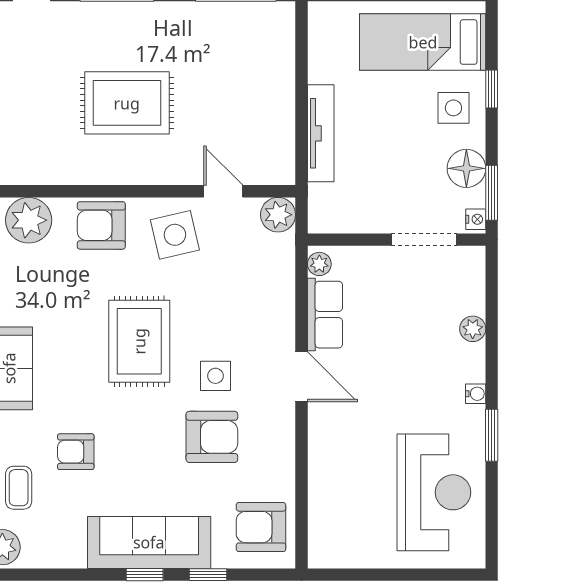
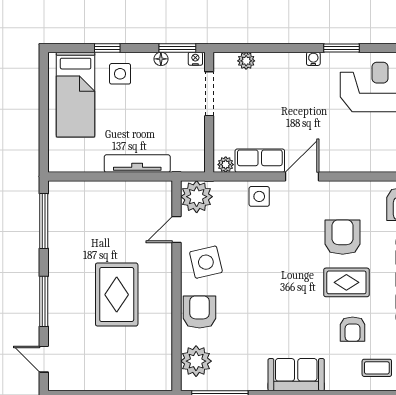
floor lamp: (466, 168) -> (161, 59), width x0.53, depth x0.53
plant: (278, 215) -> (197, 197), width x1.36, depth x1.36
armchair: (101, 225) -> (200, 312), turned 180
plant: (473, 329) -> (246, 61), moved
rug: (139, 341) -> (346, 282), moved, width x0.73, depth x0.70
side table: (215, 376) -> (259, 196), moved

